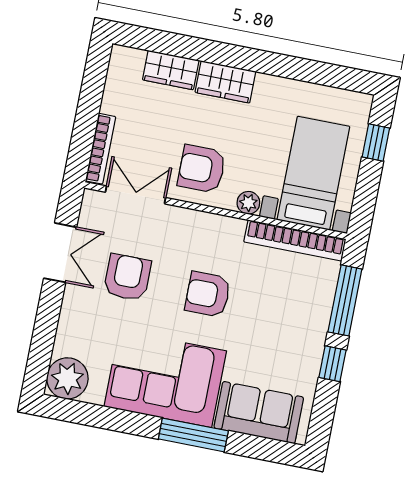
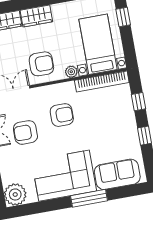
armchair: (202, 169) -> (41, 64), turned 180
armchair: (127, 277) -> (25, 132), turned -90
armchair: (208, 294) -> (62, 115), moved, turned 180
window: (345, 300) -> (138, 102), width x0.46

